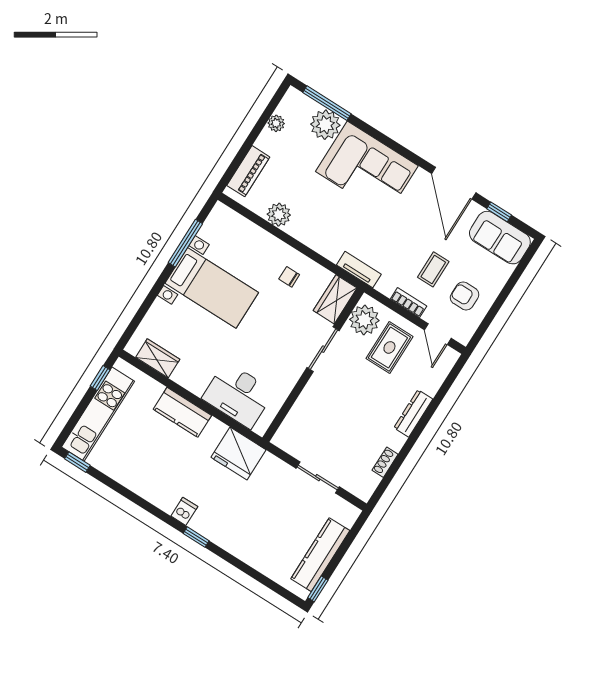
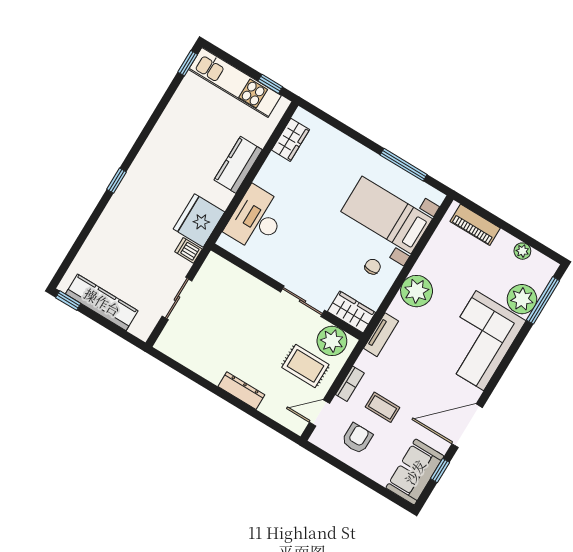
plant: (279, 215) -> (417, 291), moved, width x1.36, depth x1.36
bed with nightstands: (212, 288) -> (387, 215), moved, turned 90
shoe rack: (385, 462) -> (193, 364), removed
dishwasher: (184, 511) -> (188, 250), moved, turned 180

